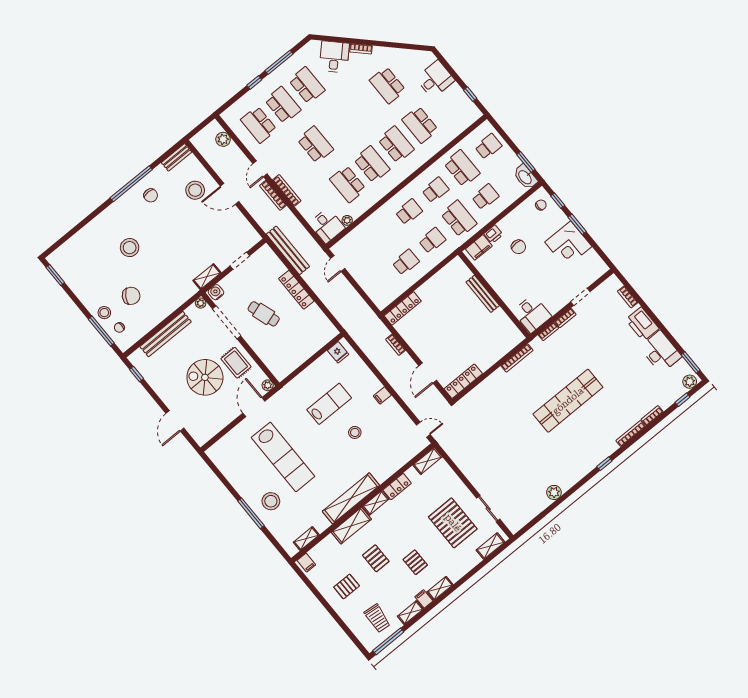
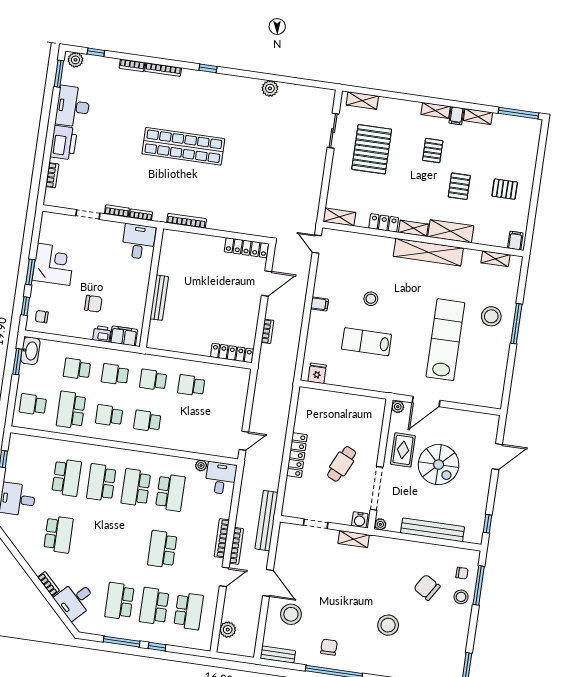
school desk: (459, 219) -> (115, 374), width x0.54
chair: (518, 247) -> (93, 304), turned 90
bench: (288, 250) -> (266, 521), moved
cafe table: (264, 314) -> (342, 464), turned 43
trolley: (377, 618) -> (508, 140), removed

